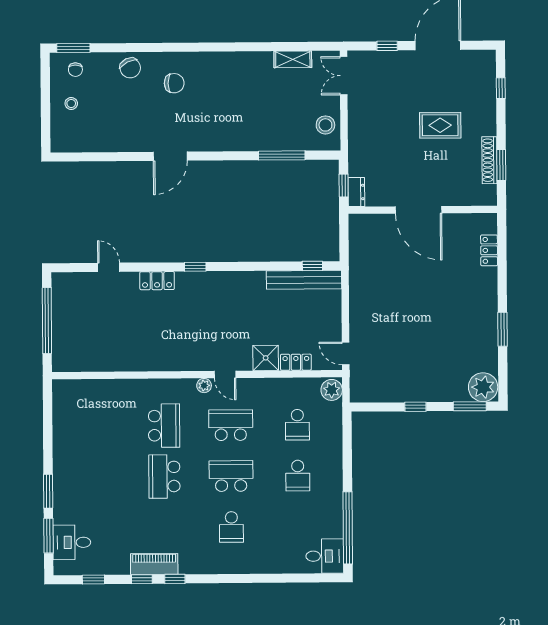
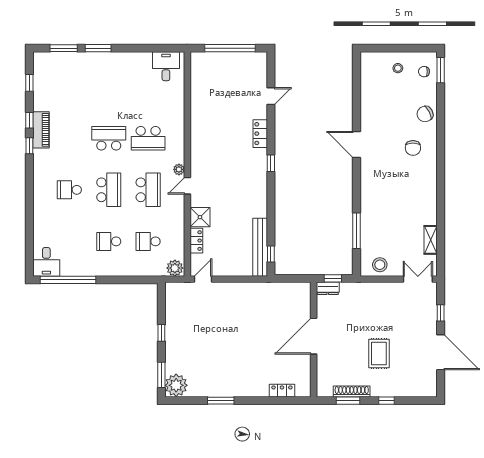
window: (501, 88) -> (387, 401), moved
desk: (72, 542) -> (166, 66), moved

